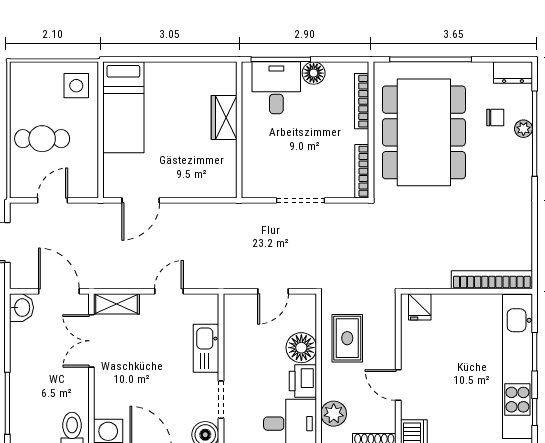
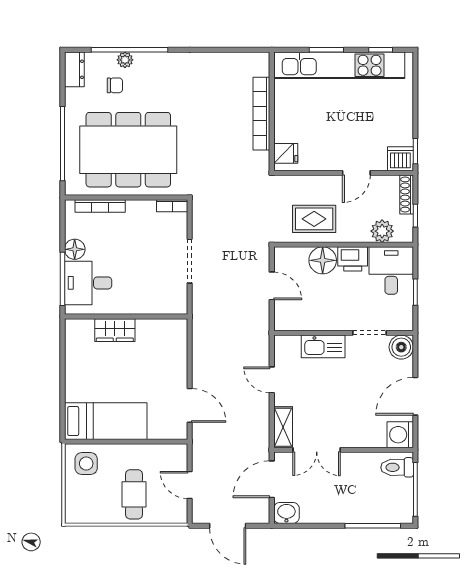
chair: (495, 117) -> (115, 85), turned 90
bookcase: (362, 171) -> (172, 206), width x0.64
bookcase: (492, 280) -> (261, 114), moved

